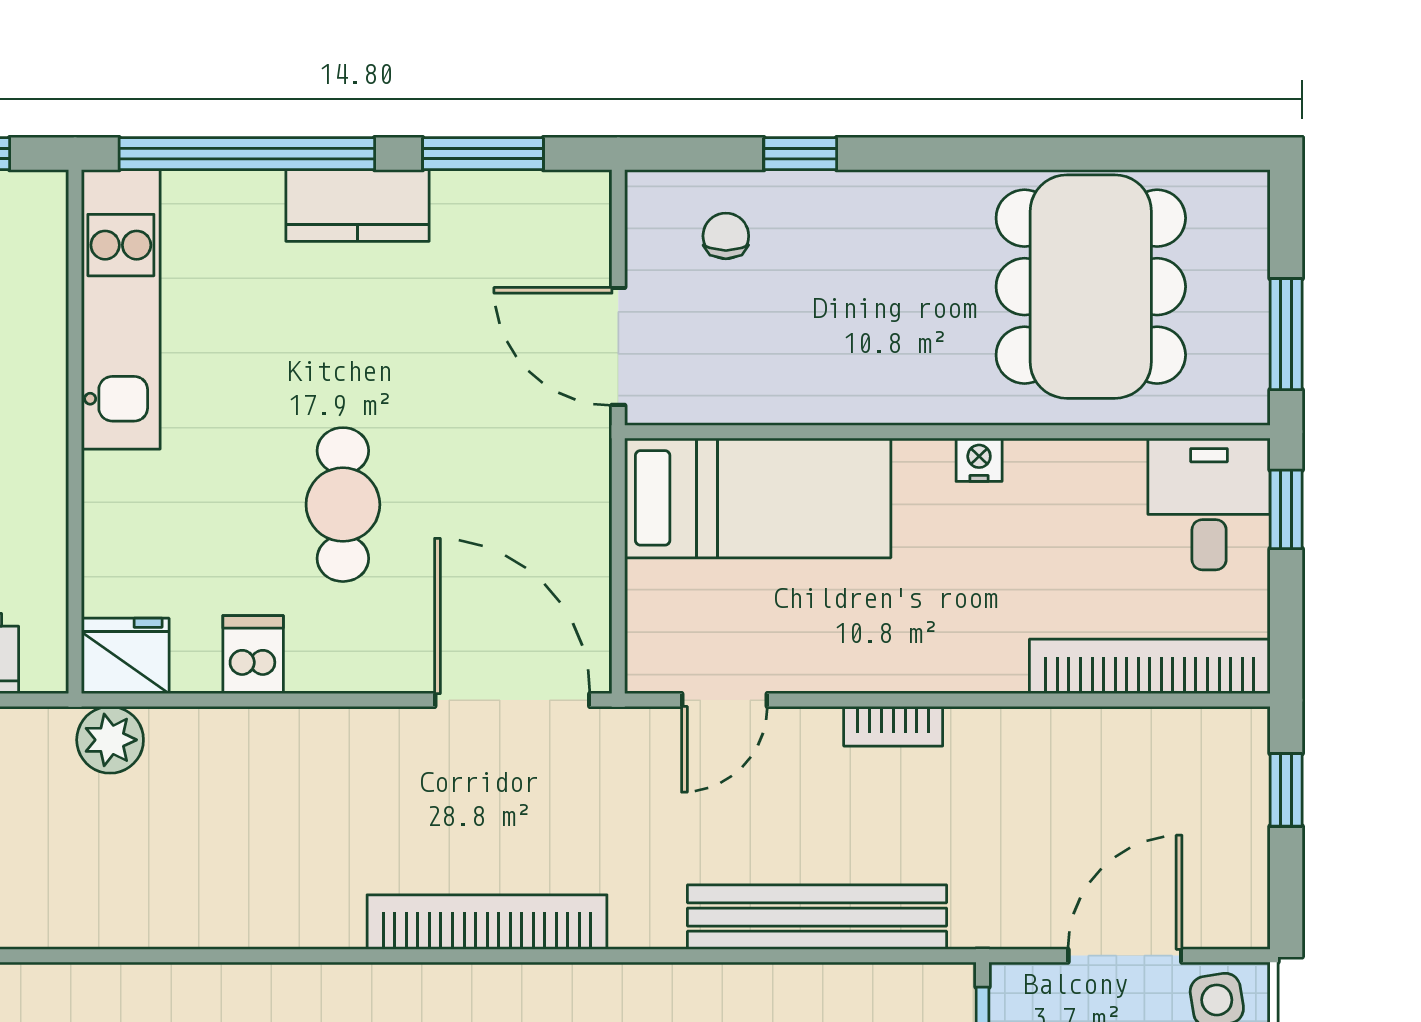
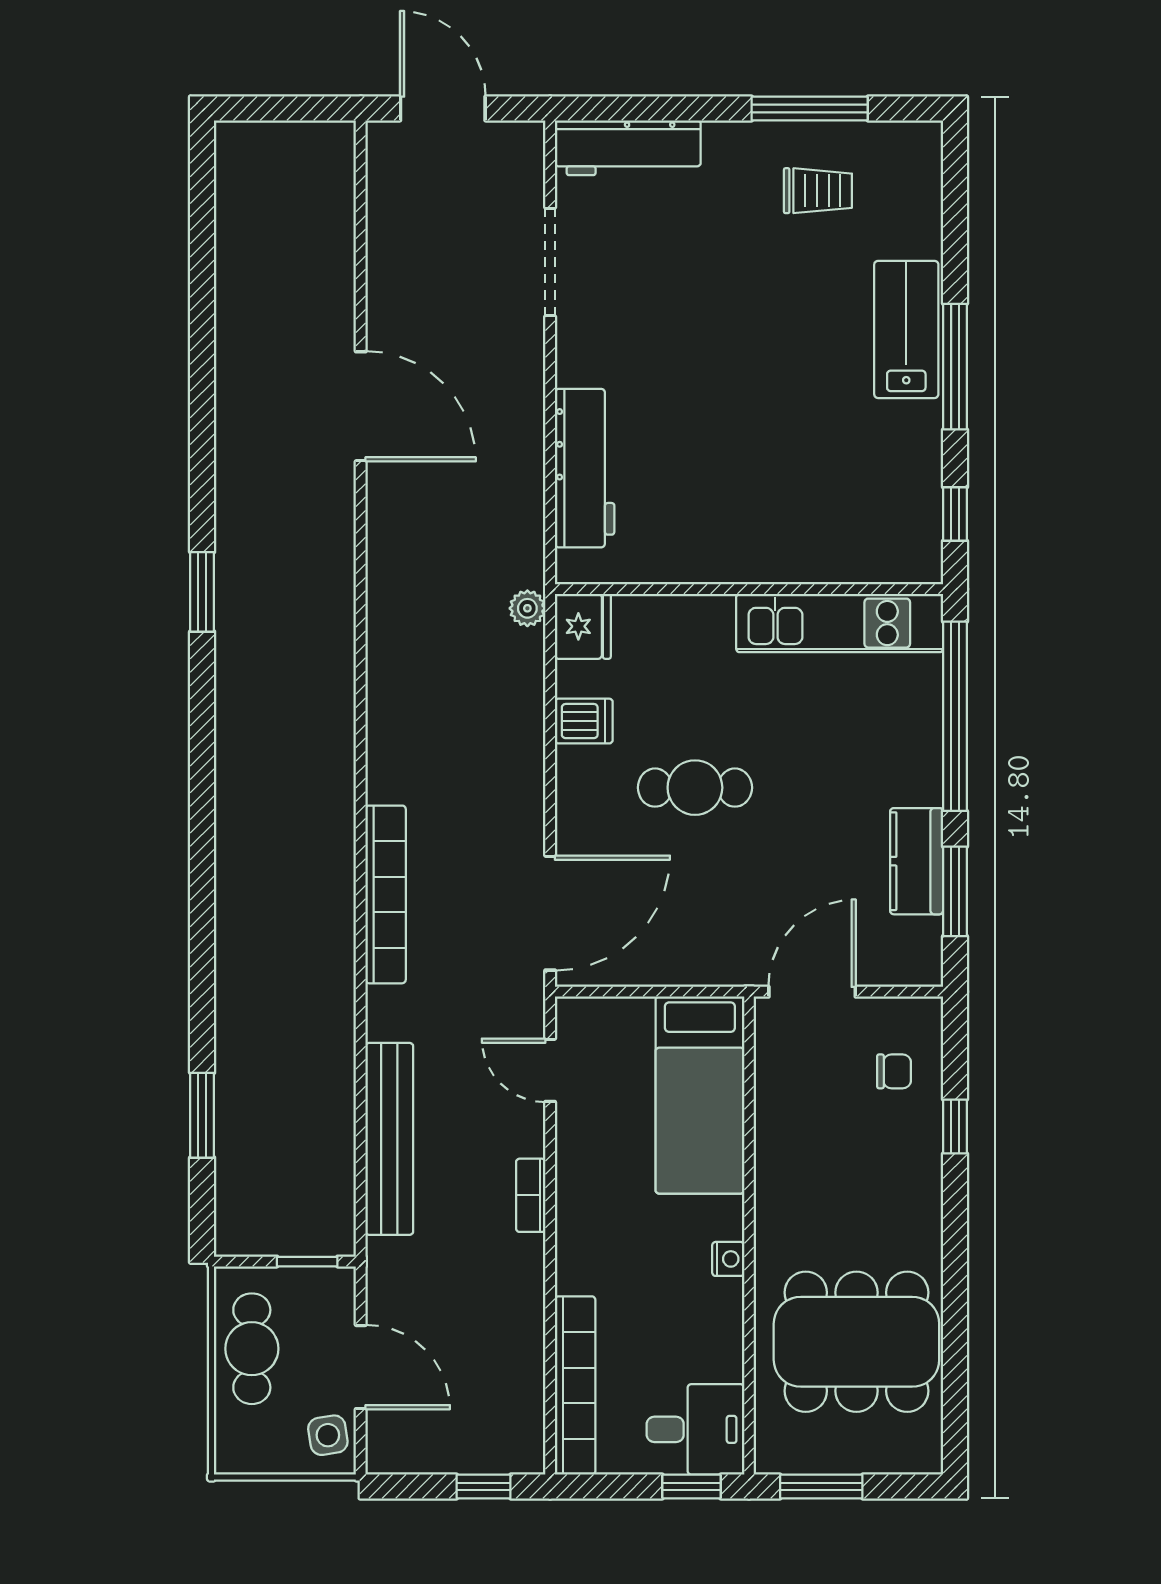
kitchen counter: (358, 205) -> (917, 861), moved
plant: (110, 740) -> (527, 608), width x0.73, depth x0.73

